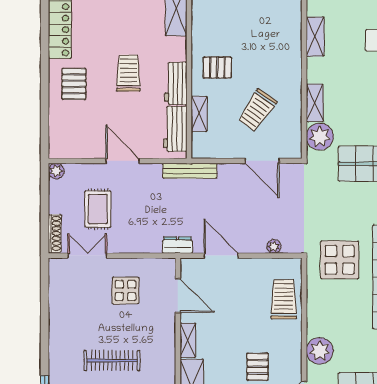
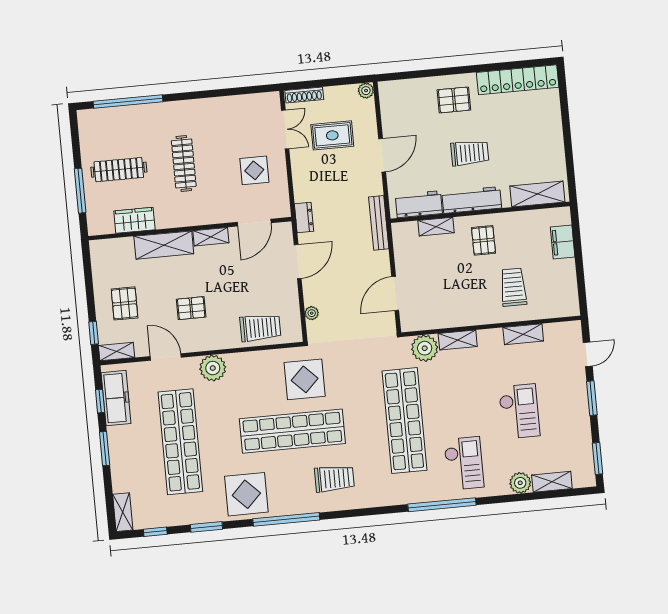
workbench: (176, 83) -> (472, 200), width x1.38
trolley: (257, 110) -> (513, 287), moved, turned 55

